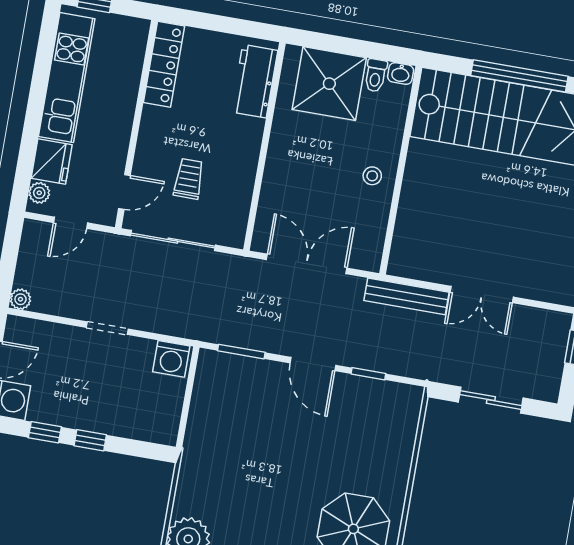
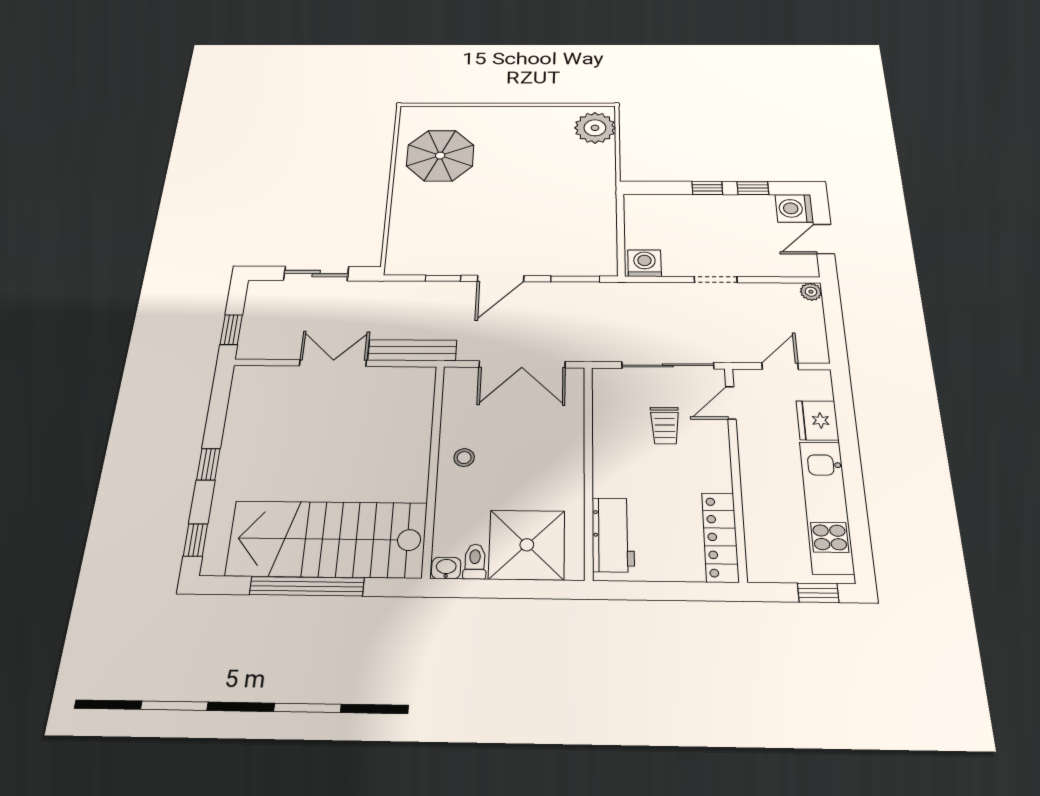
plant: (39, 193) -> (822, 389), removed
door: (313, 364) -> (501, 279), swing flipped

